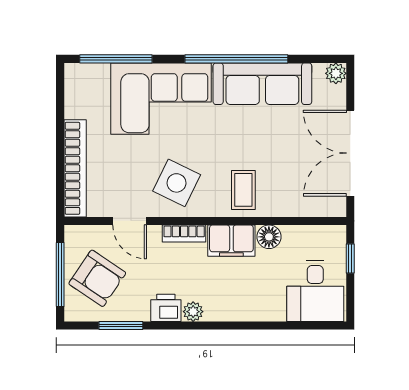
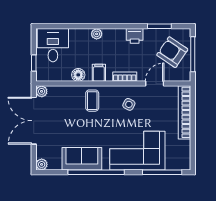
sofa: (262, 84) -> (82, 159), width x0.73
double door: (350, 153) -> (34, 121), swing flipped
side table: (177, 183) -> (129, 104), width x0.54, depth x0.54
plant: (336, 207) -> (42, 91), added
door: (130, 221) -> (155, 84), hinge flipped
filing cabinet: (231, 241) -> (99, 73), width x0.50
plant: (193, 312) -> (97, 34), moved

